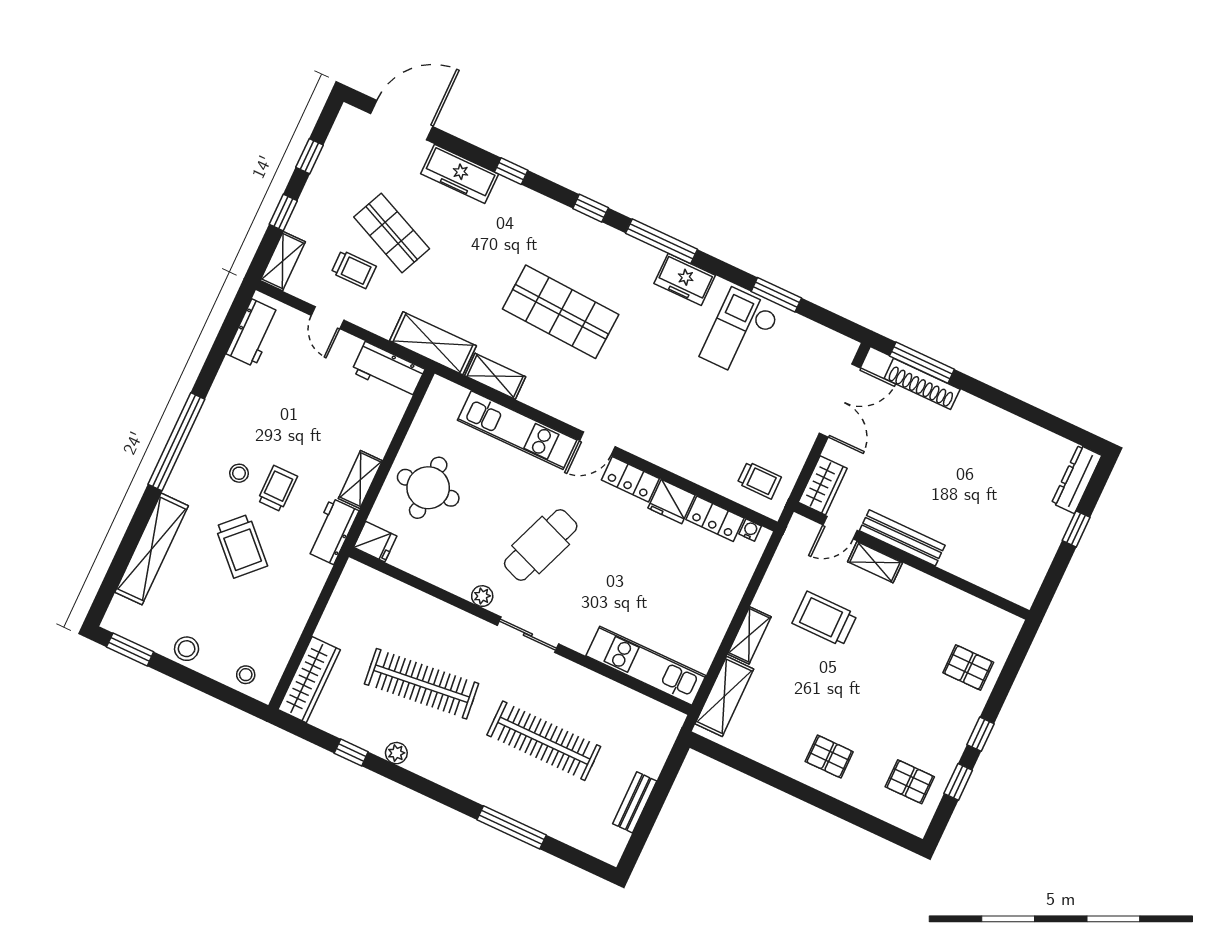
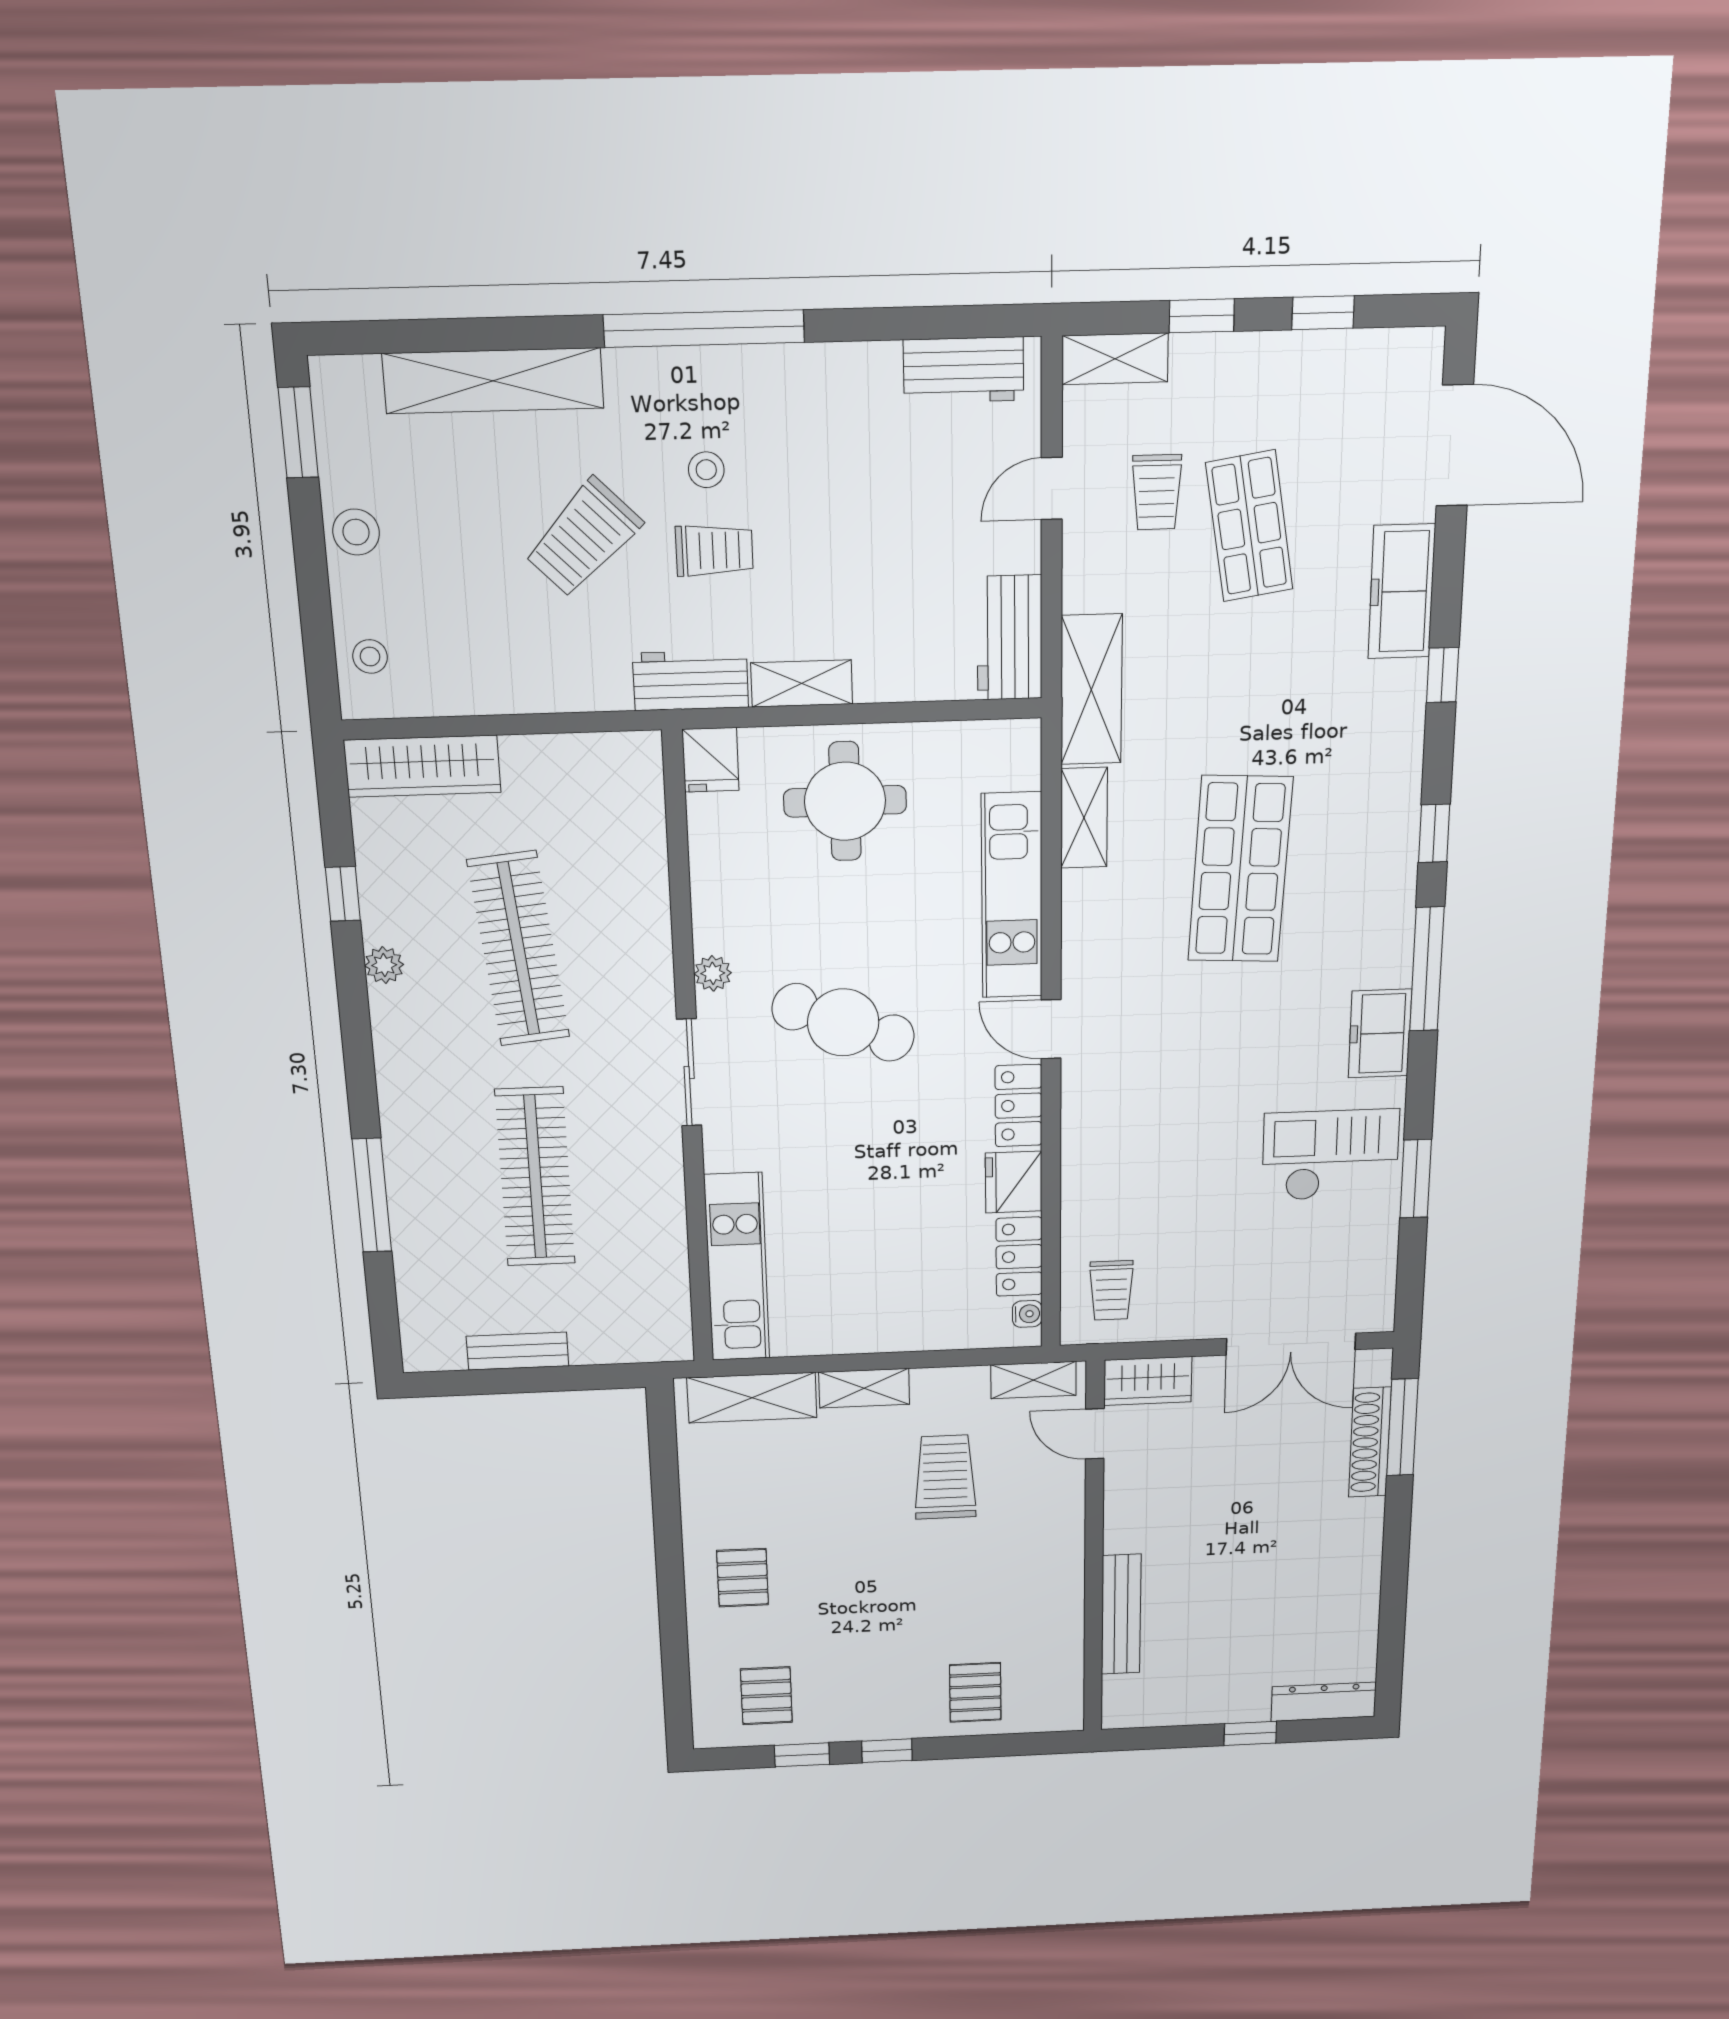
shop shelf: (392, 233) -> (1249, 526), turned -33
bench: (902, 538) -> (1121, 1614), moved
shelving: (875, 562) -> (1033, 1380), moved, turned 90

